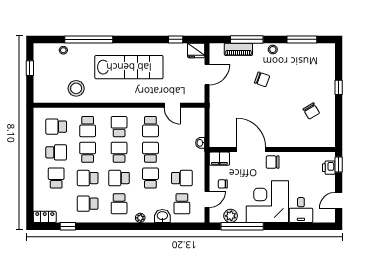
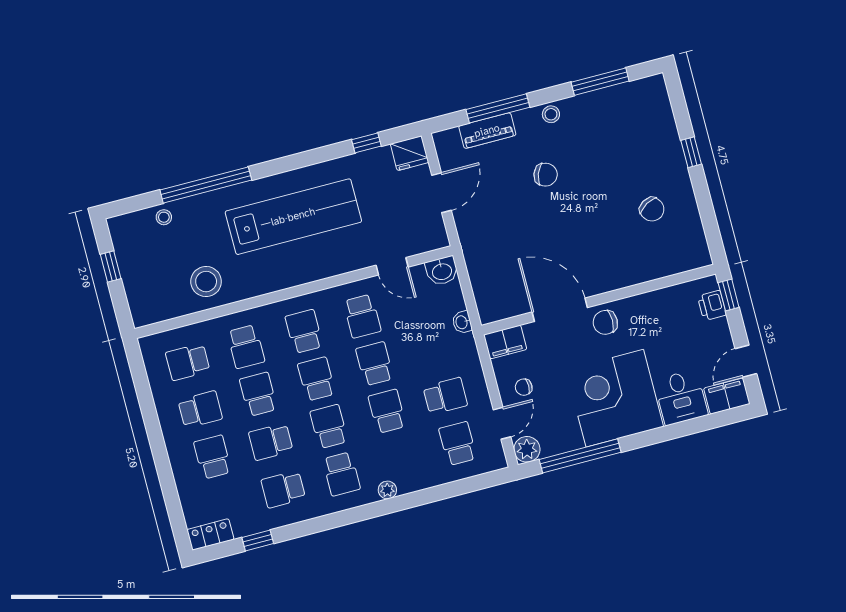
school desk: (119, 178) -> (329, 426), turned 90
school desk: (182, 204) -> (458, 444), turned 180
filing cabinet: (324, 215) -> (727, 396), added
washbasin: (162, 216) -> (442, 271), moved, turned 180
plant: (231, 216) -> (527, 449), moved

